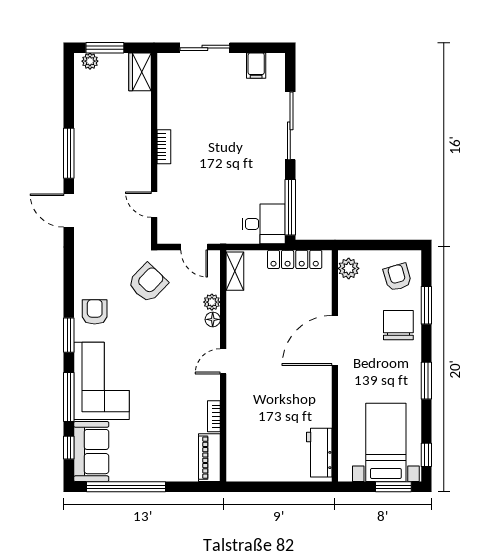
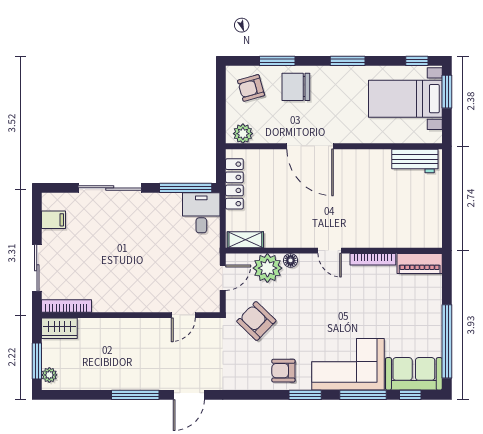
bookcase: (164, 147) -> (66, 306), moved, width x1.56
plant: (212, 302) -> (267, 268), width x1.87, depth x1.87
bookcase: (214, 416) -> (373, 259), width x1.56

